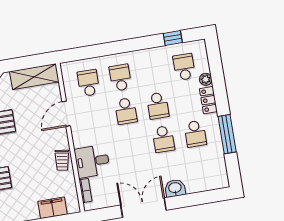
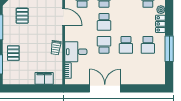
school desk: (158, 106) -> (104, 45), moved, turned 180
door: (66, 114) -> (64, 17), swing flipped
washbasin: (175, 188) -> (128, 79), removed

